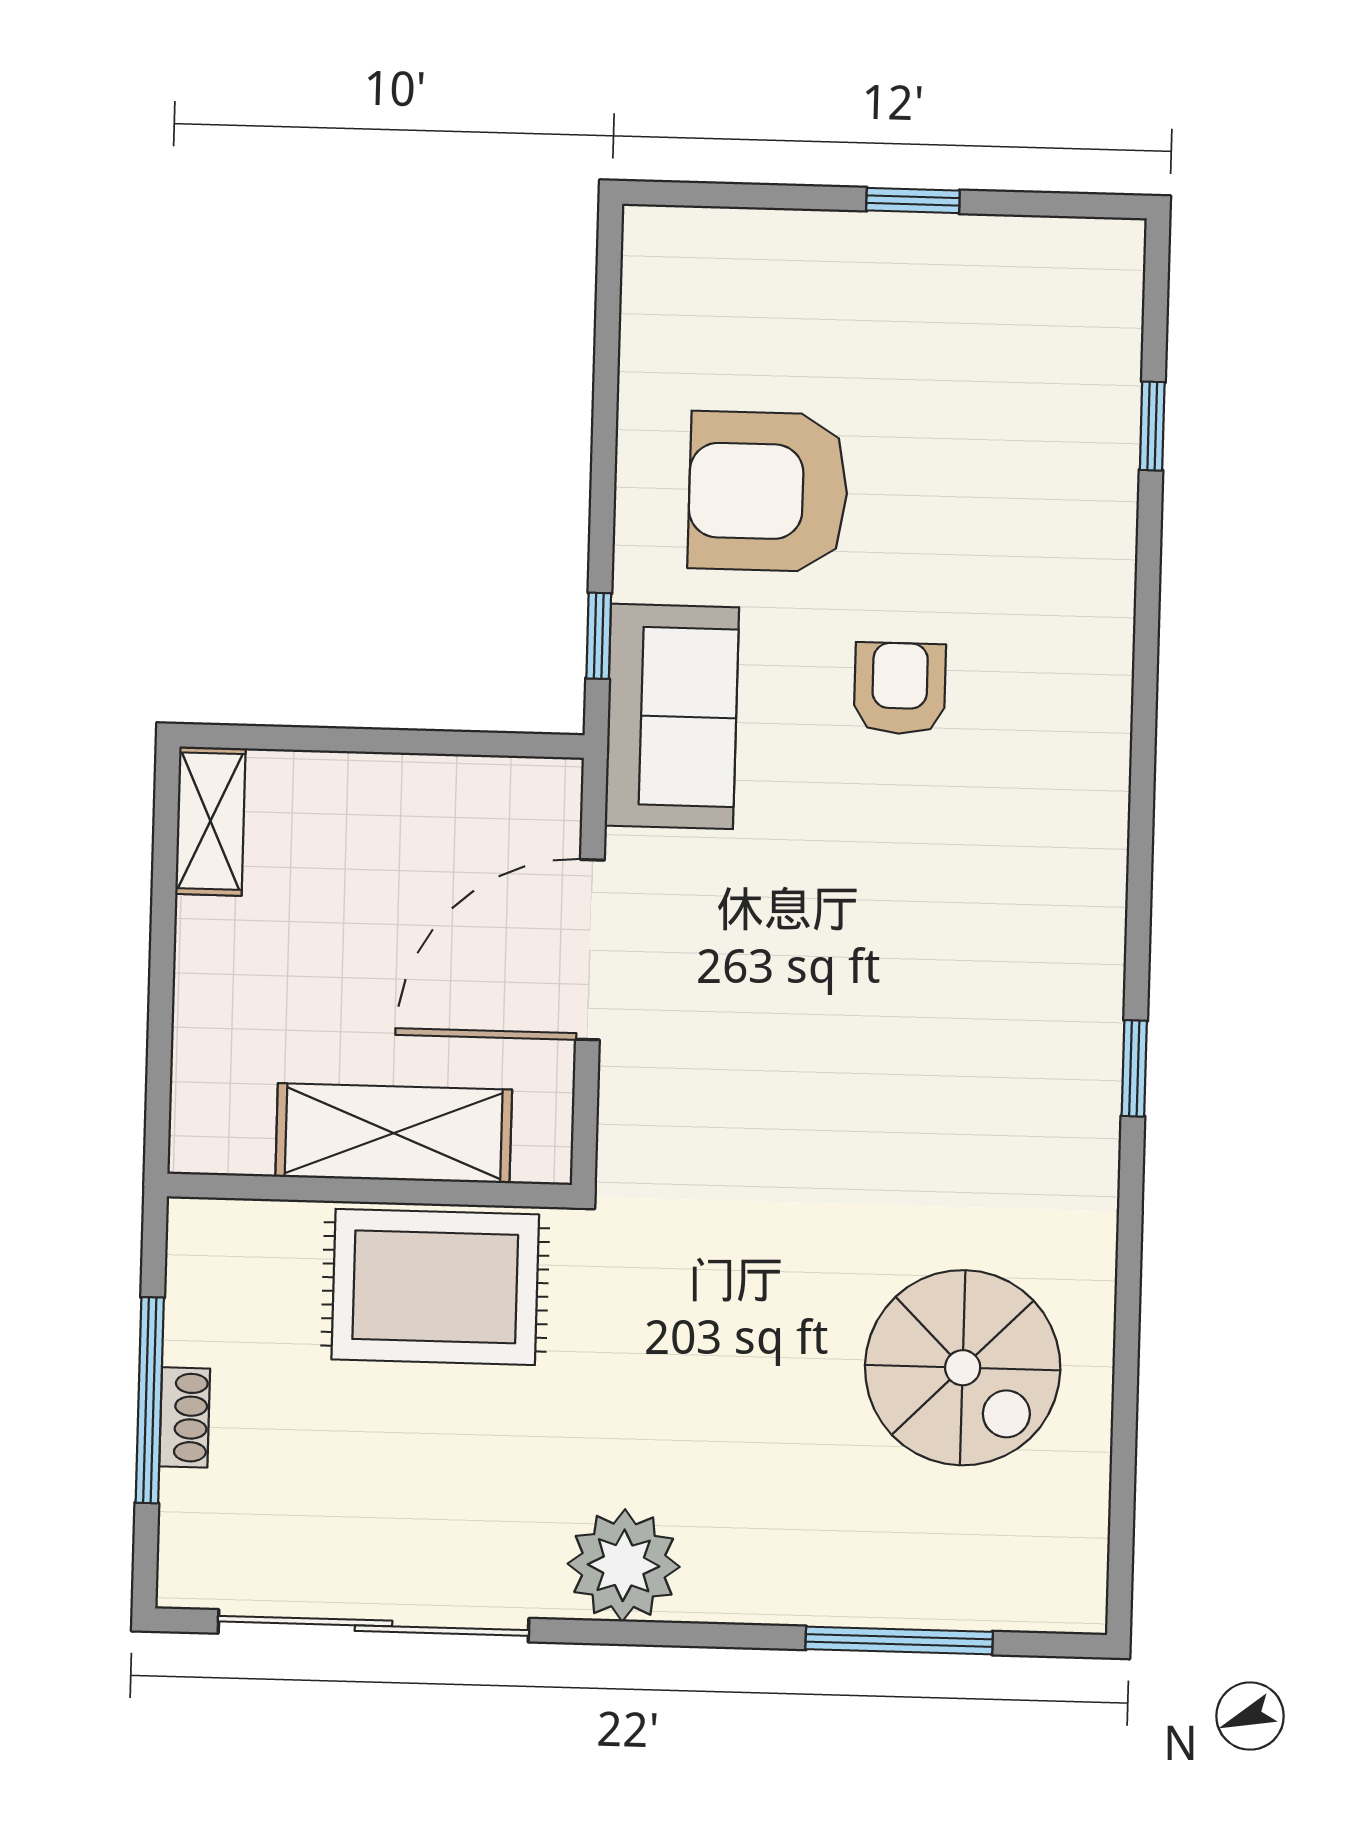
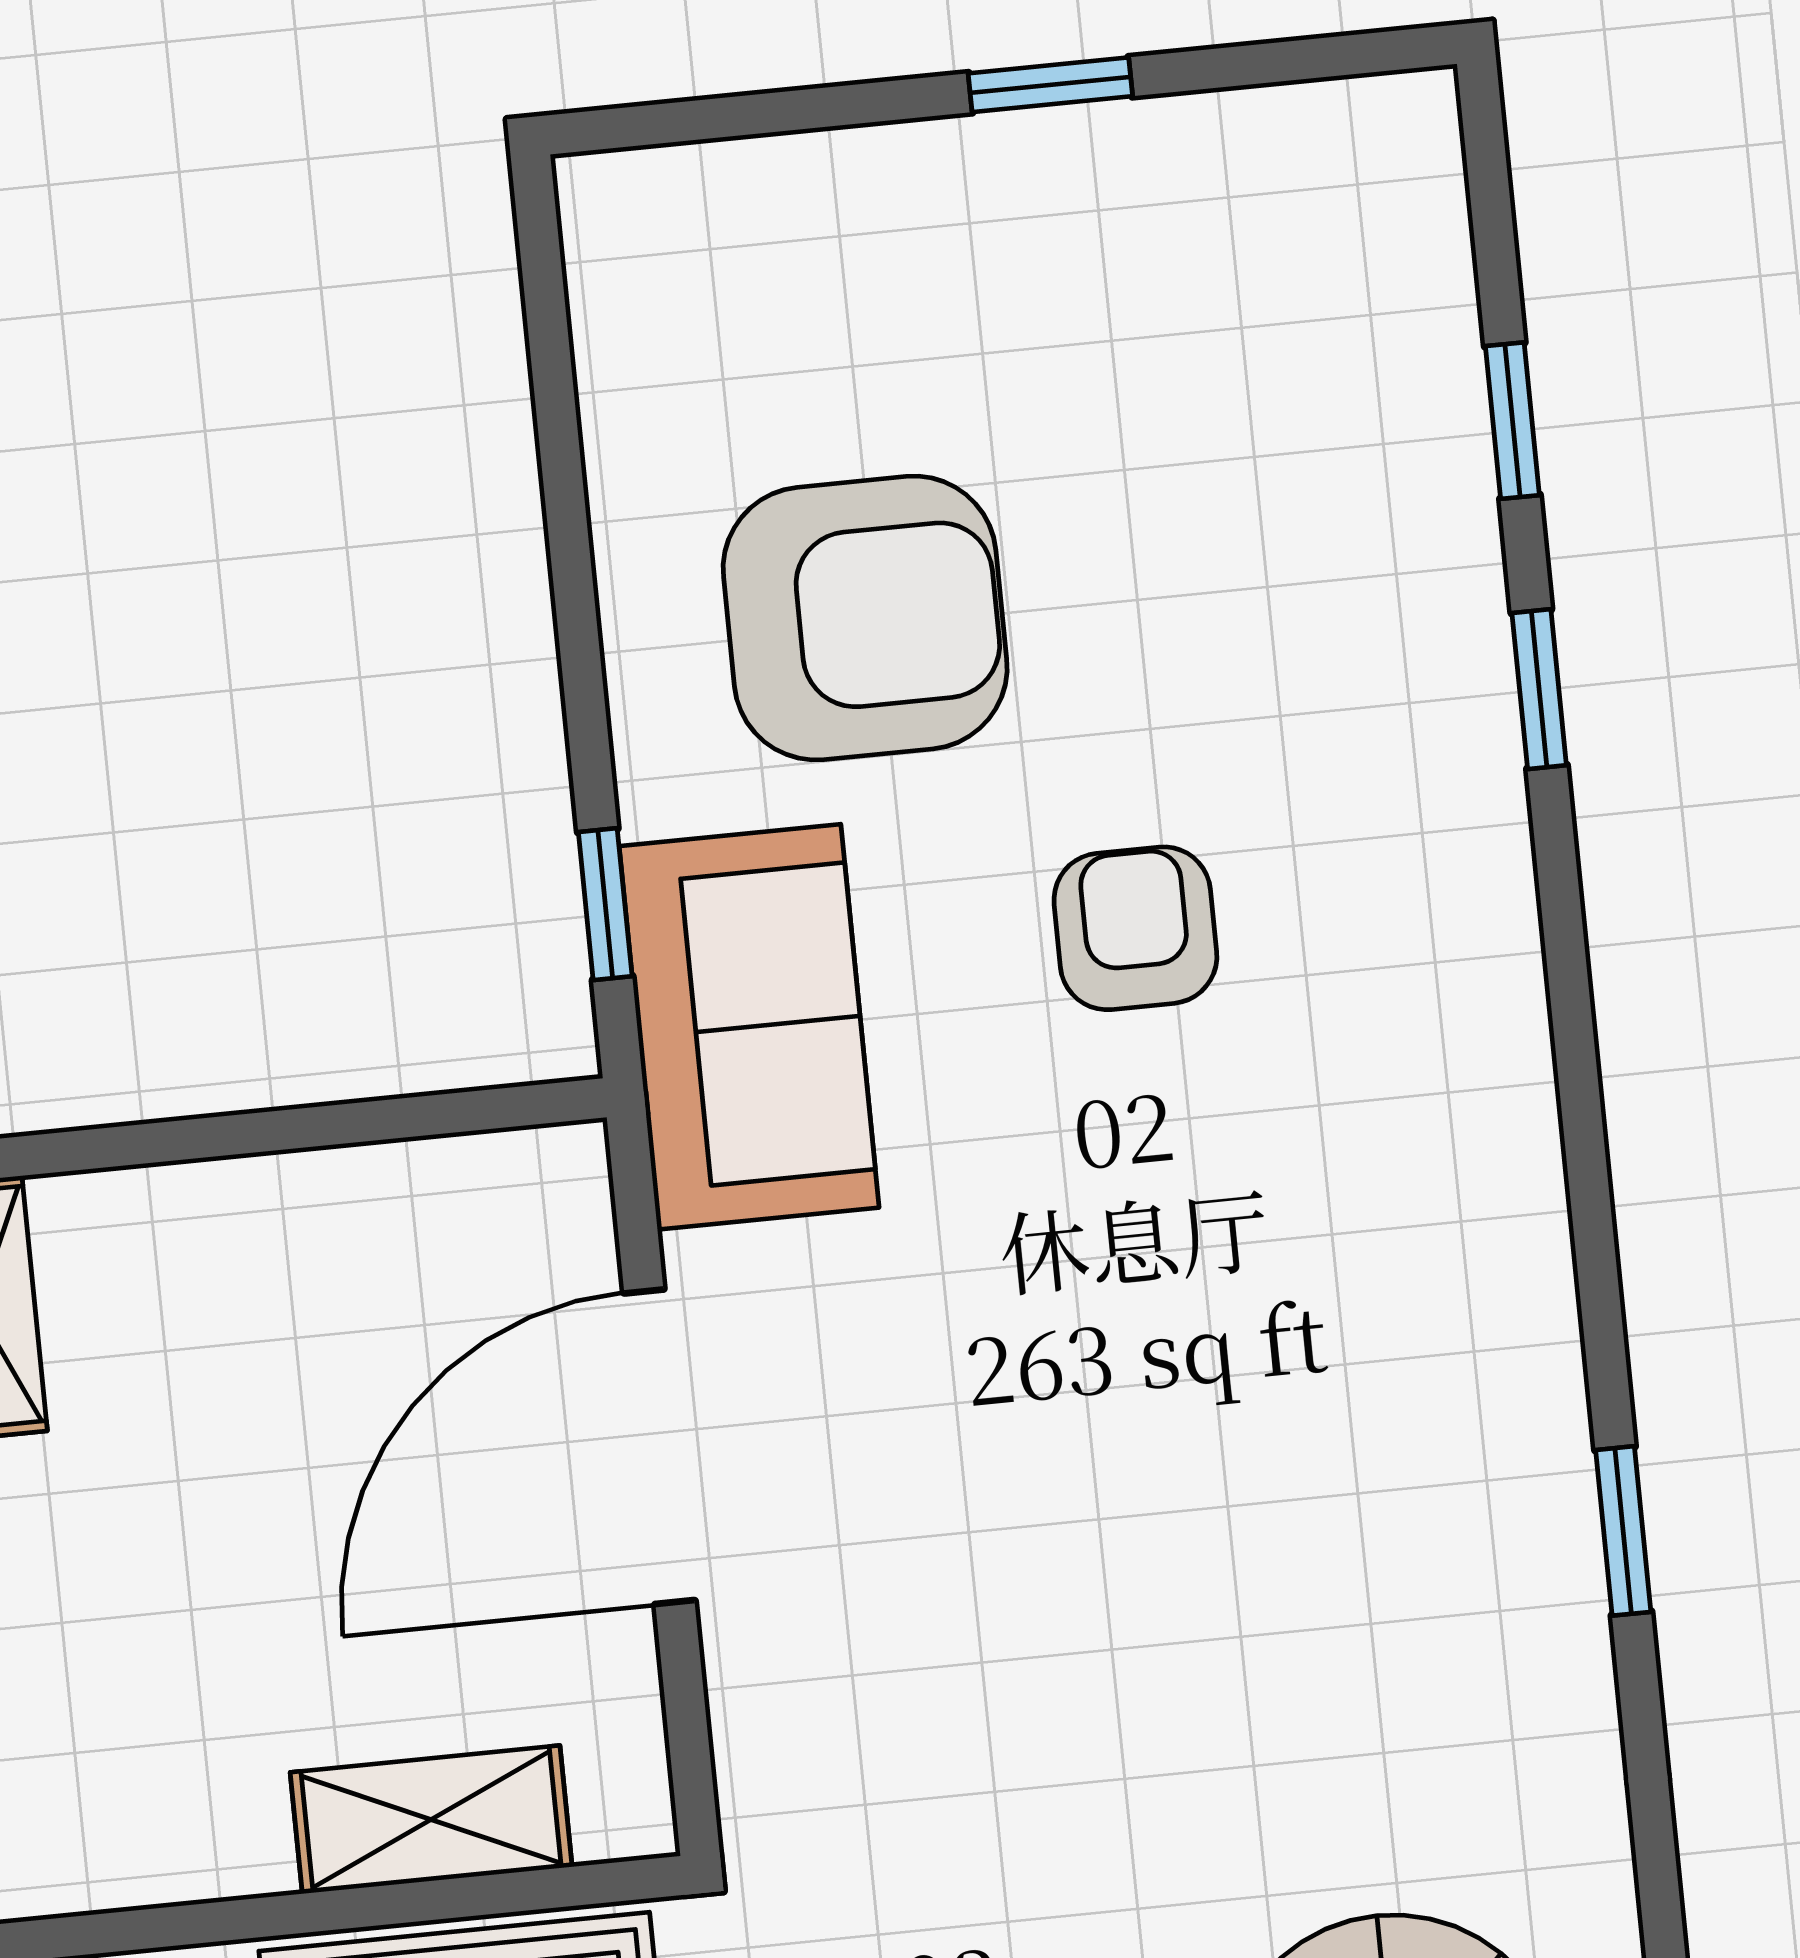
armchair: (768, 491) -> (865, 618), turned 180
window: (1148, 581) -> (1539, 689), added
shelving: (394, 1133) -> (431, 1820), width x0.67, depth x0.75

